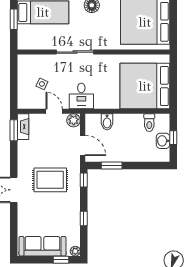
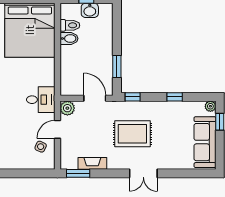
side table: (42, 84) -> (41, 147), moved
bidet: (107, 122) -> (69, 39), moved
fireplace: (23, 127) -> (92, 163), moved
door: (83, 145) -> (95, 98), hinge flipped
rug: (50, 180) -> (132, 134), turned 90

